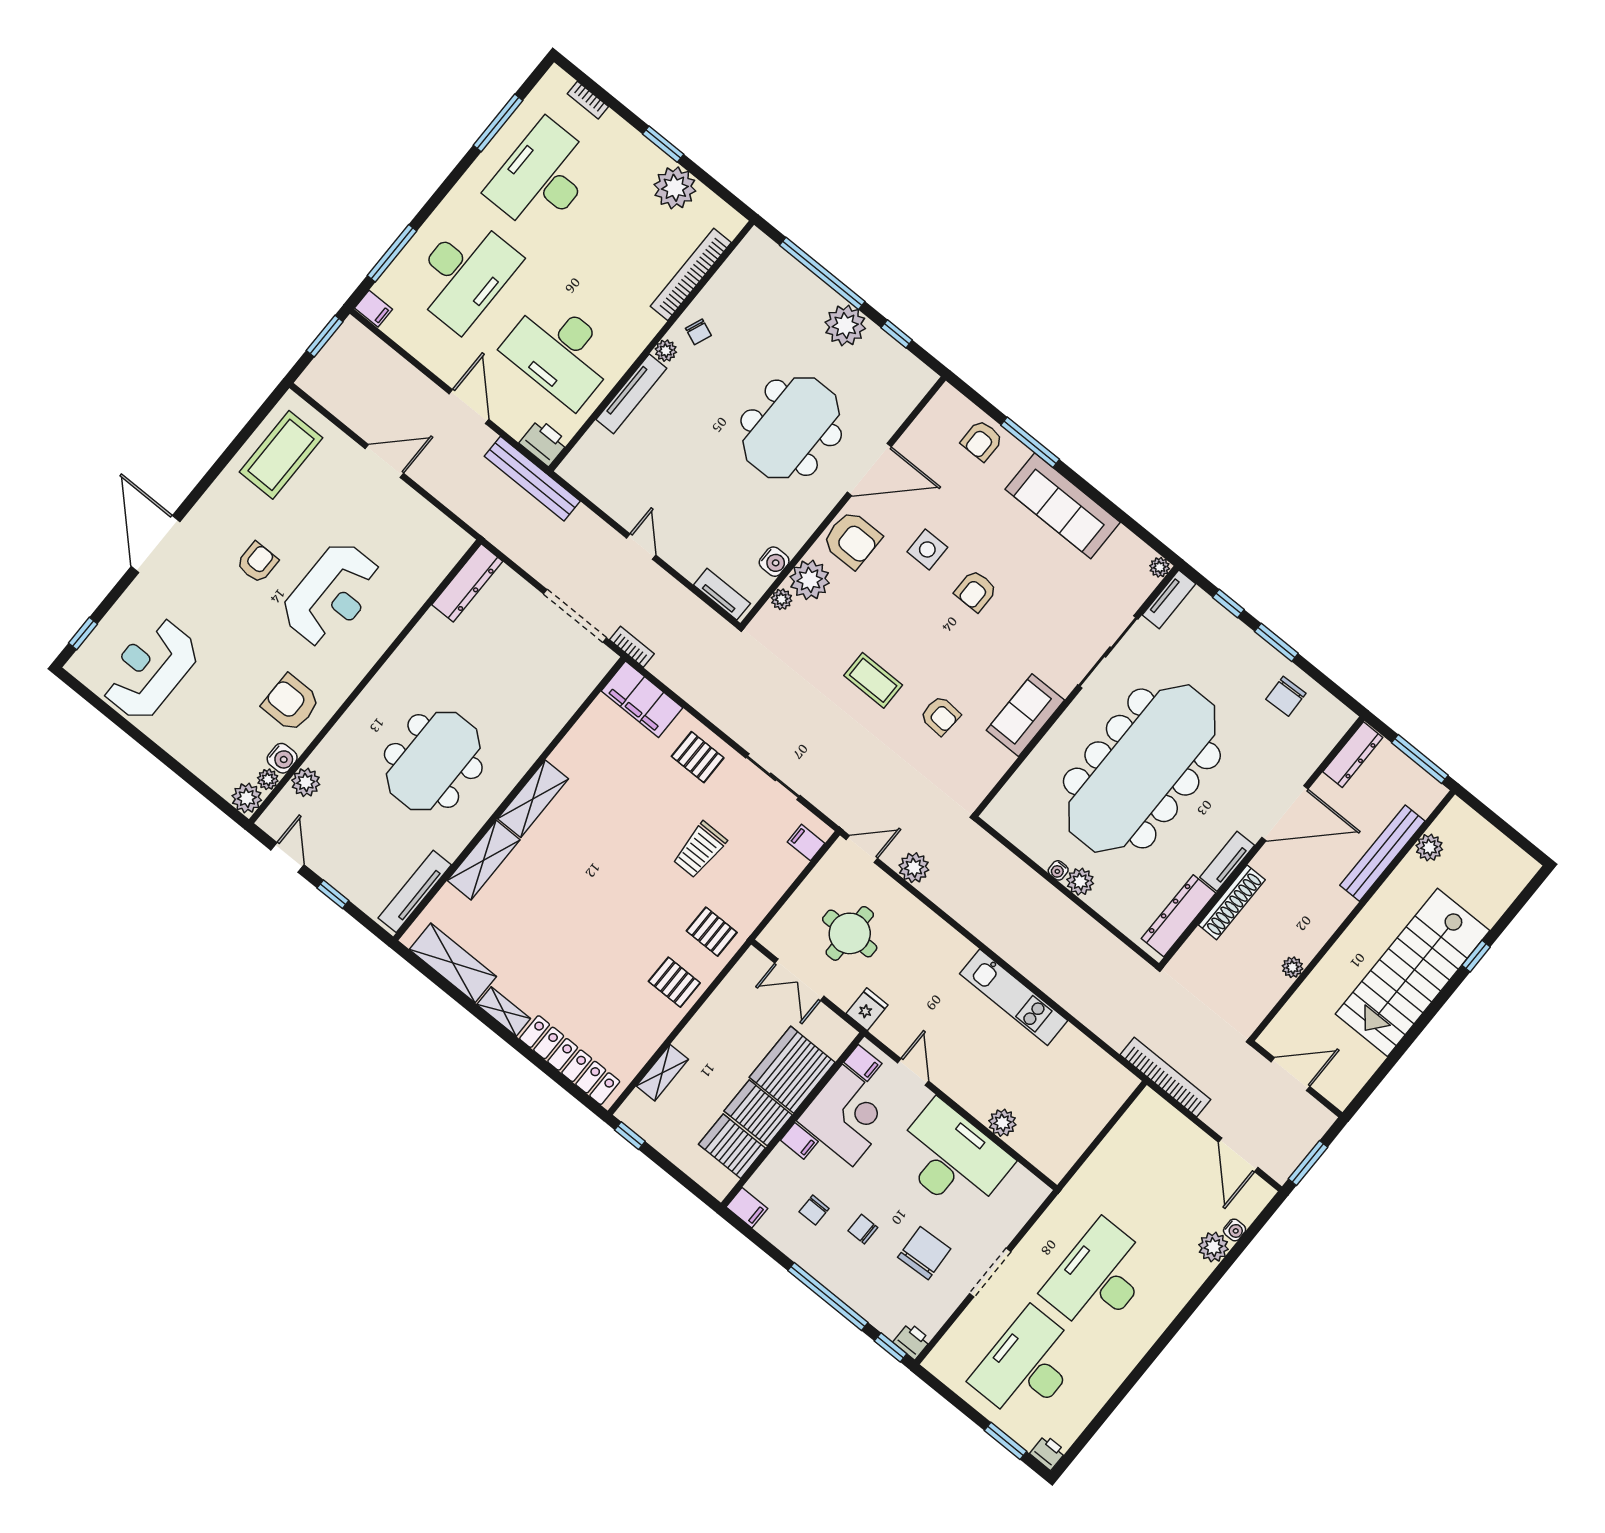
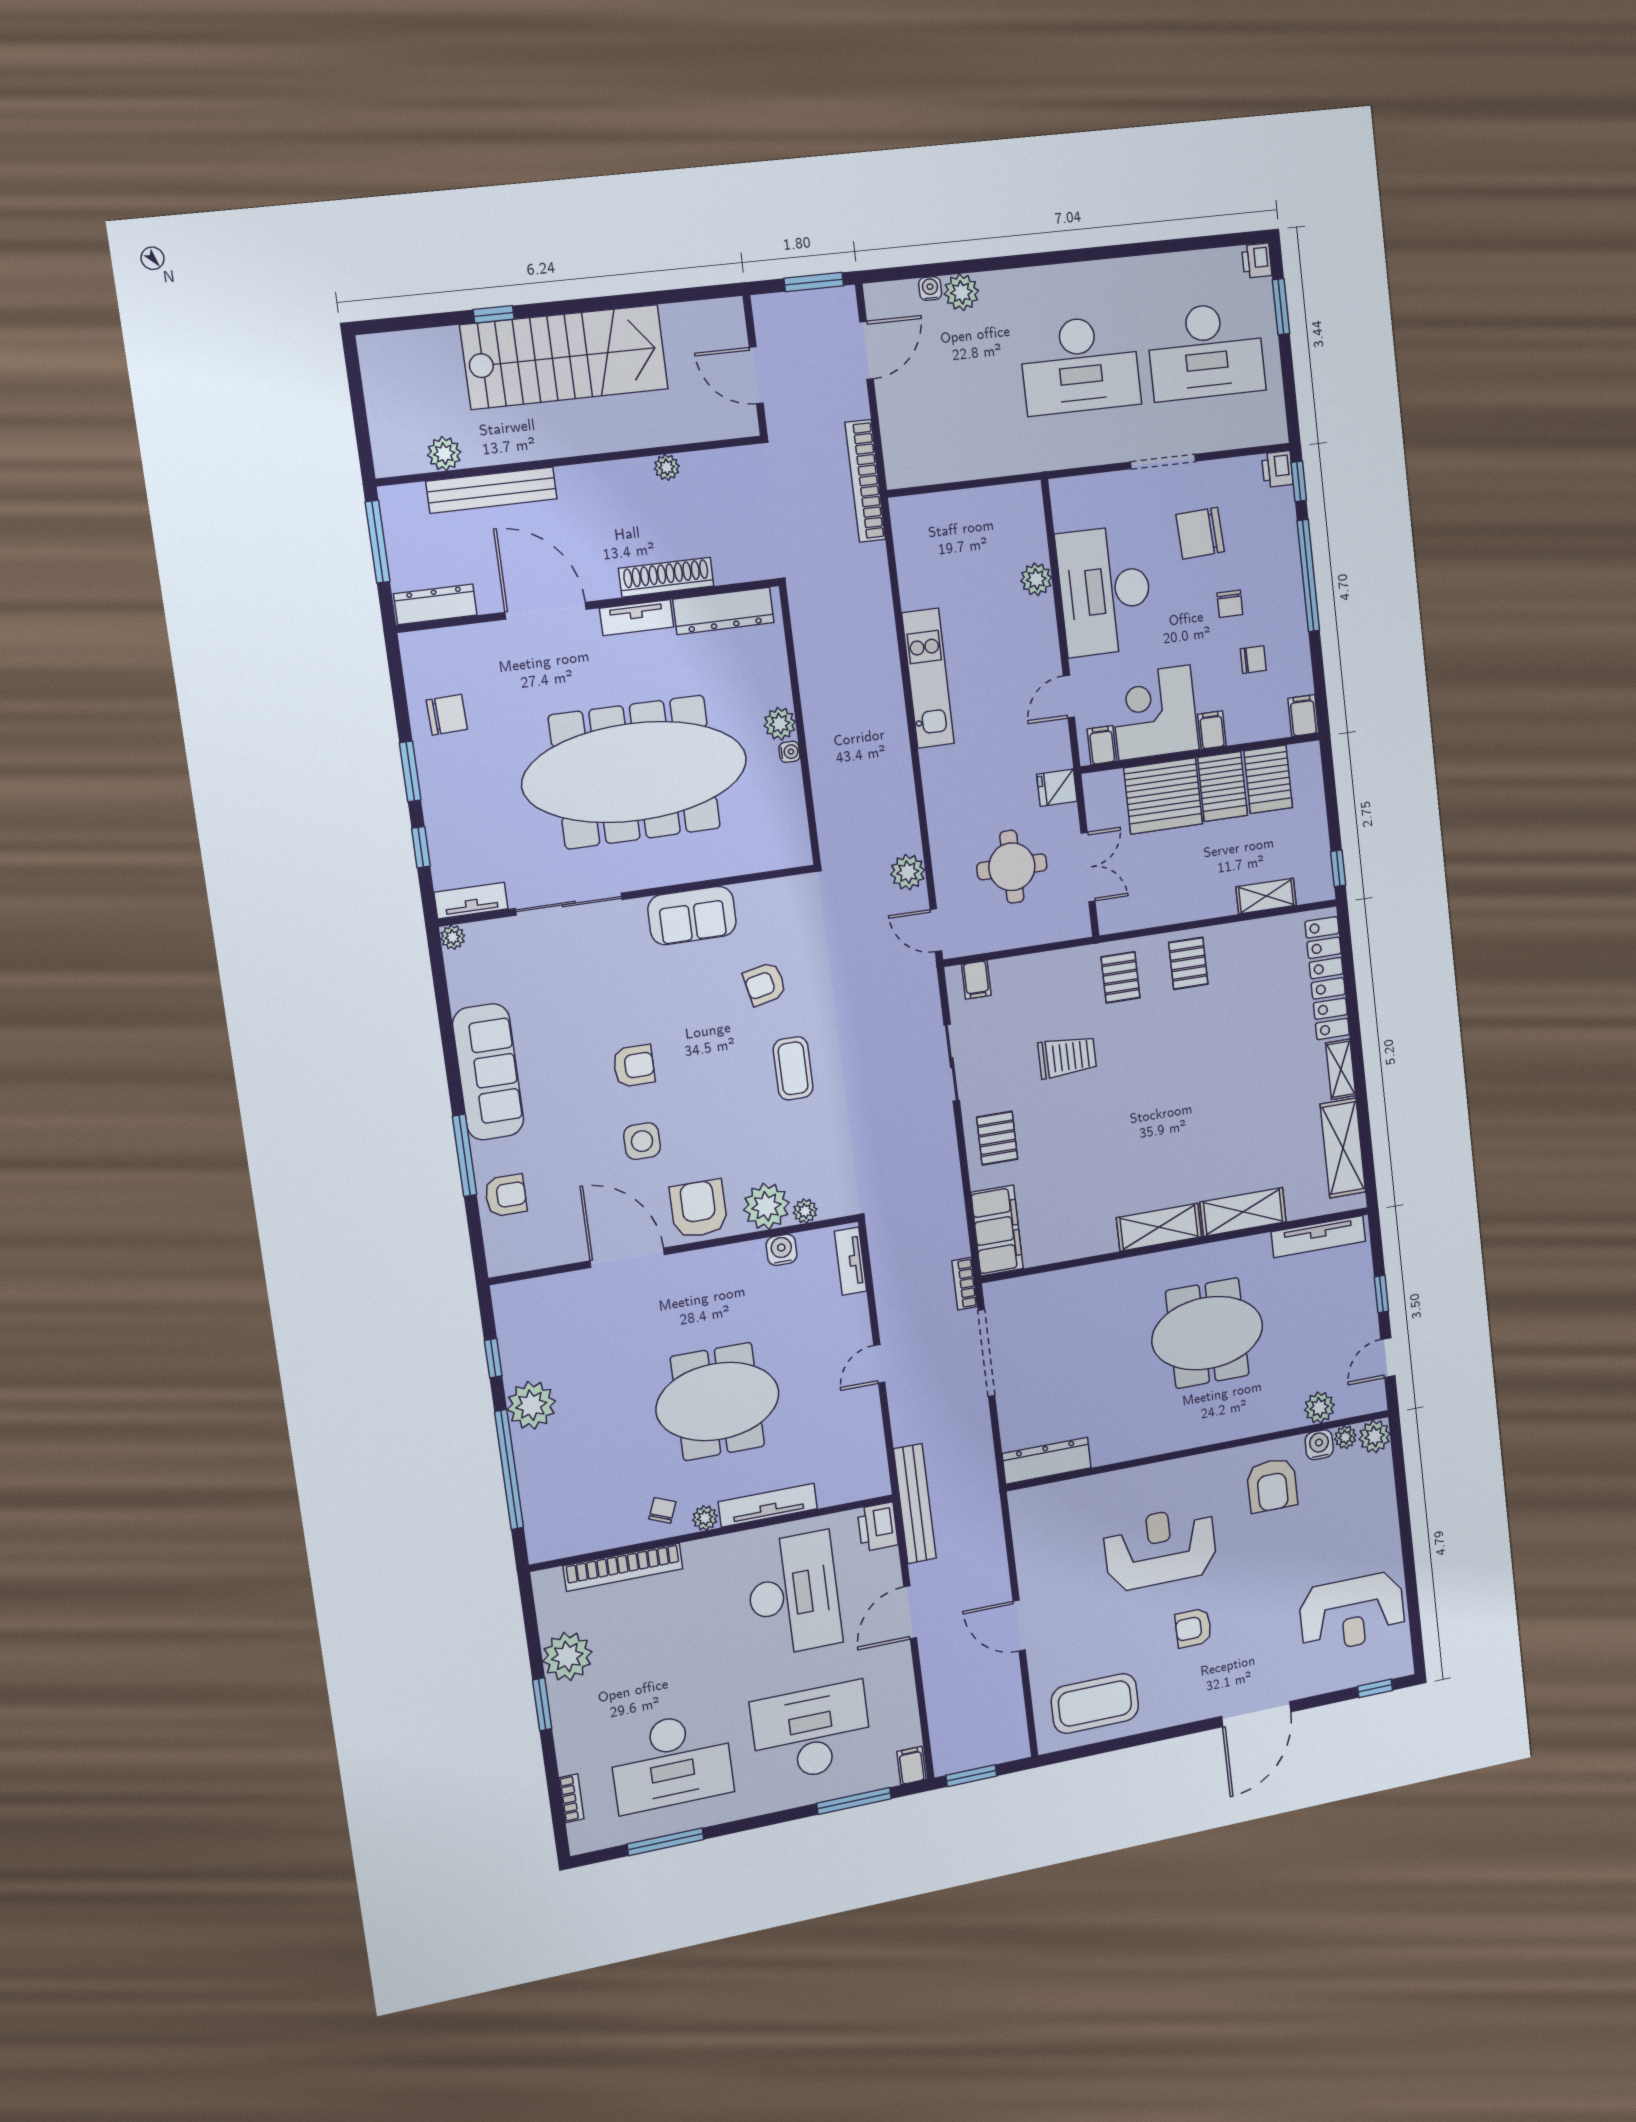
meeting table: (791, 428) -> (717, 1402), moved
armchair: (940, 716) -> (765, 984), turned -106

